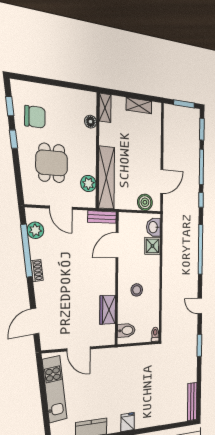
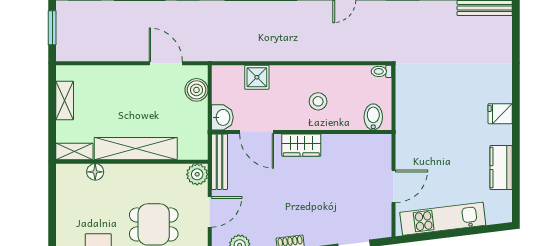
shelving: (106, 178) -> (136, 149), moved
plant: (88, 184) -> (197, 174), moved
bench: (102, 217) -> (219, 162), width x1.36
washbasin: (153, 227) -> (222, 117), moved, turned -90
wardrobe: (108, 310) -> (301, 145), moved

